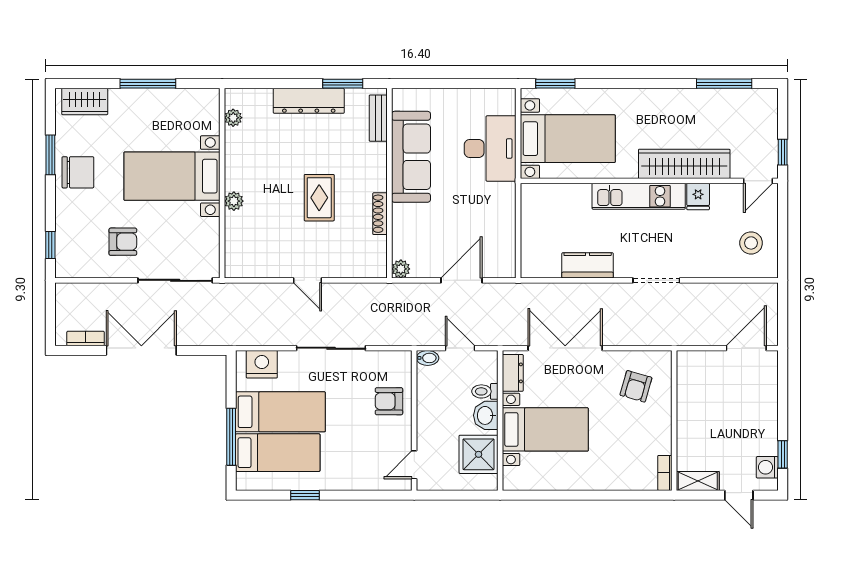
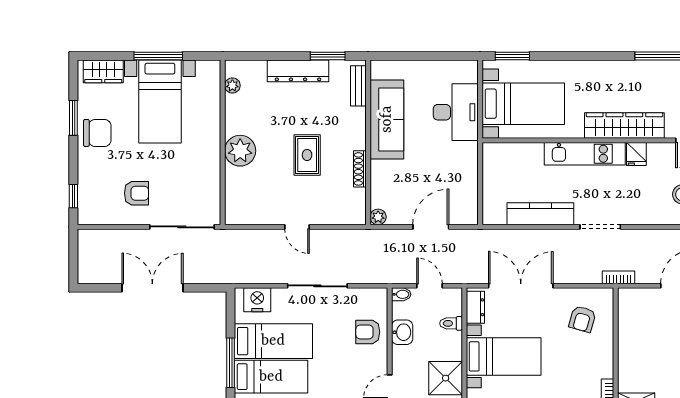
bed with nightstands: (172, 176) -> (160, 102), moved, turned -90
plant: (234, 201) -> (240, 151), width x1.88, depth x1.88
kitchen counter: (588, 265) -> (540, 214), width x1.50
bookcase: (86, 338) -> (618, 277), moved
washbasin: (486, 415) -> (402, 332), moved, turned 180

